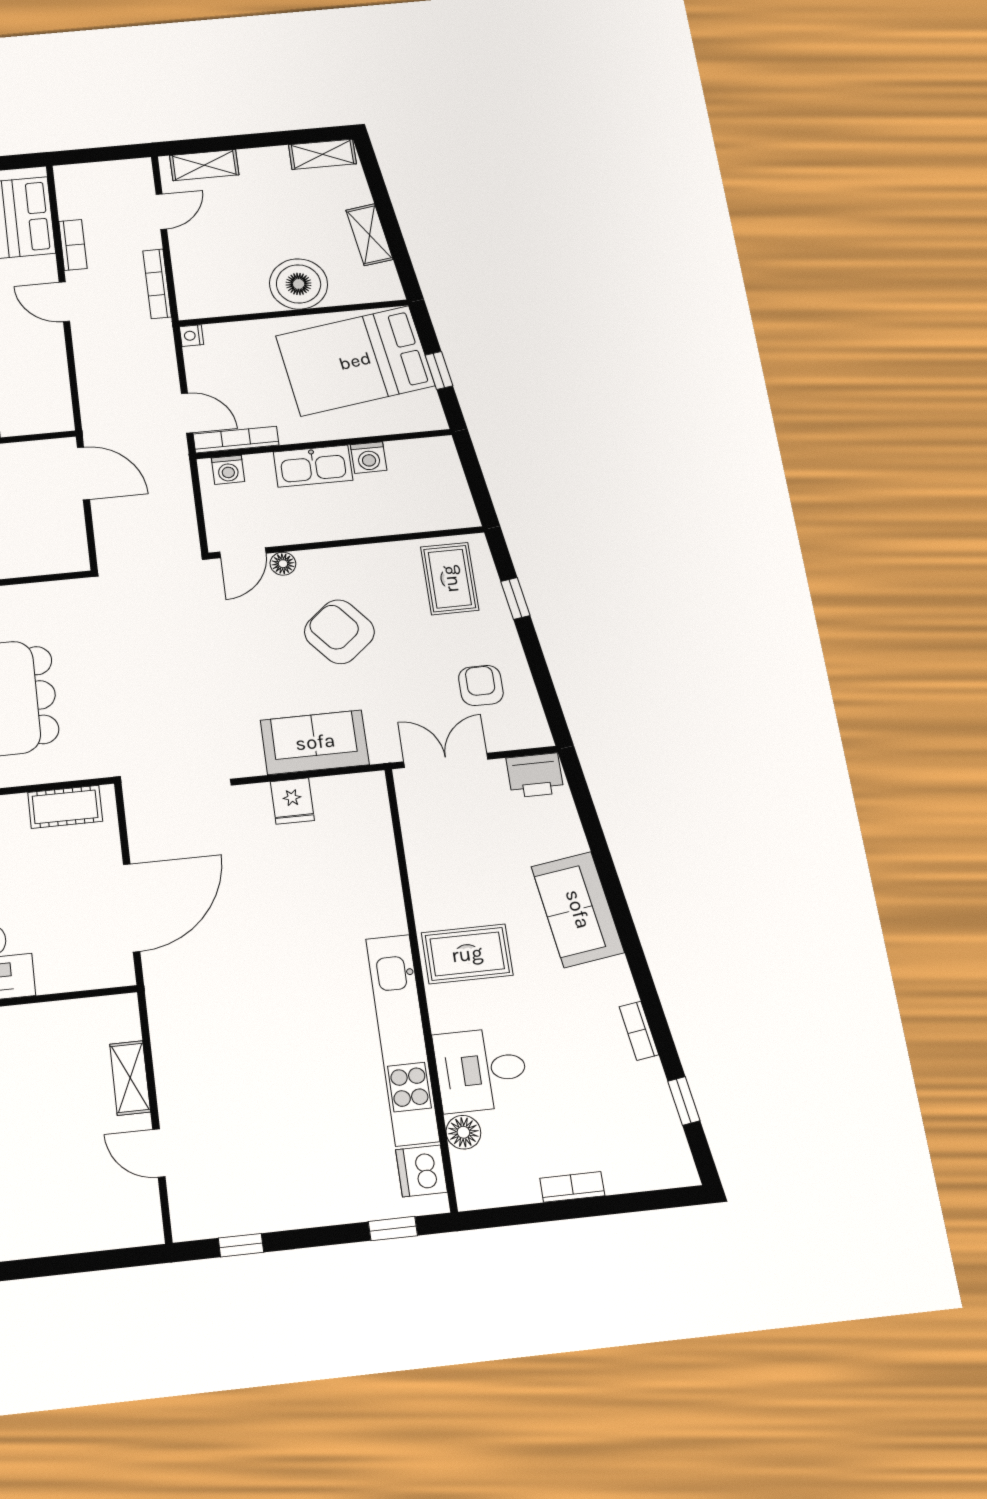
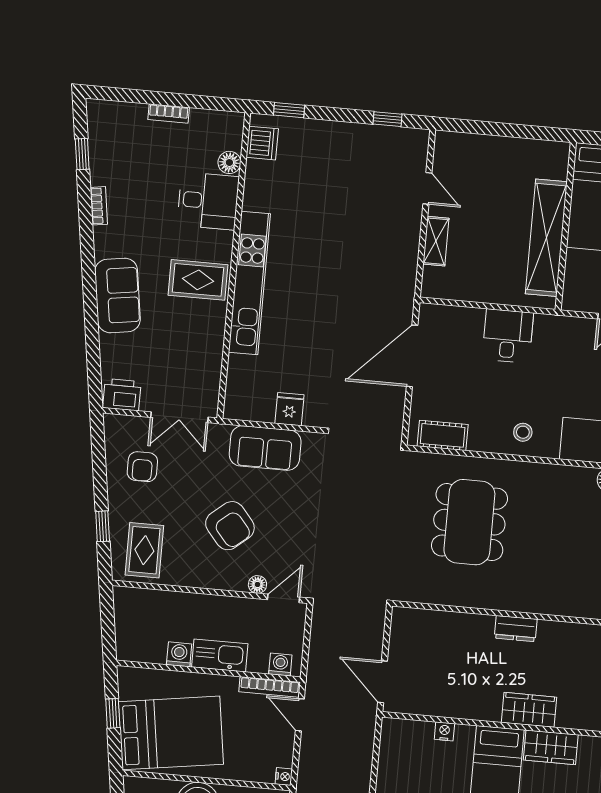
kitchen unit: (402, 1039) -> (249, 283), moved

